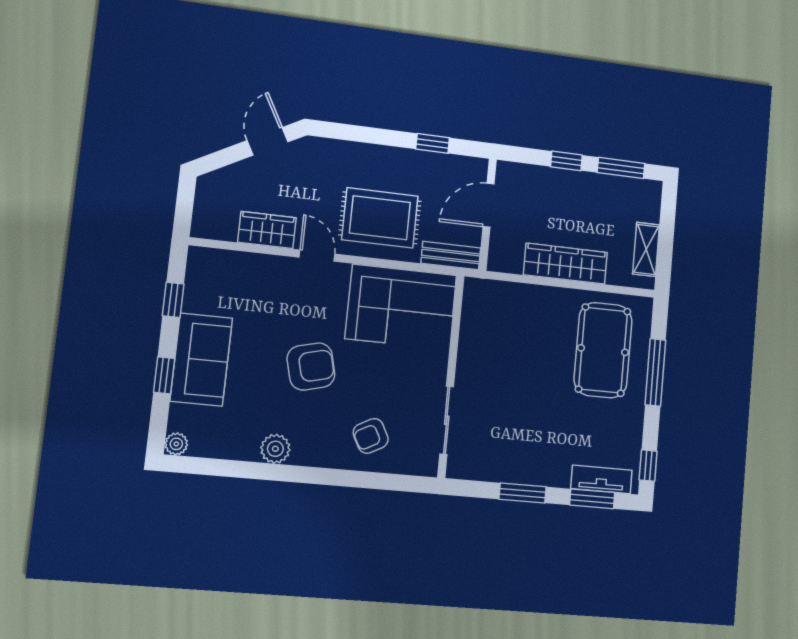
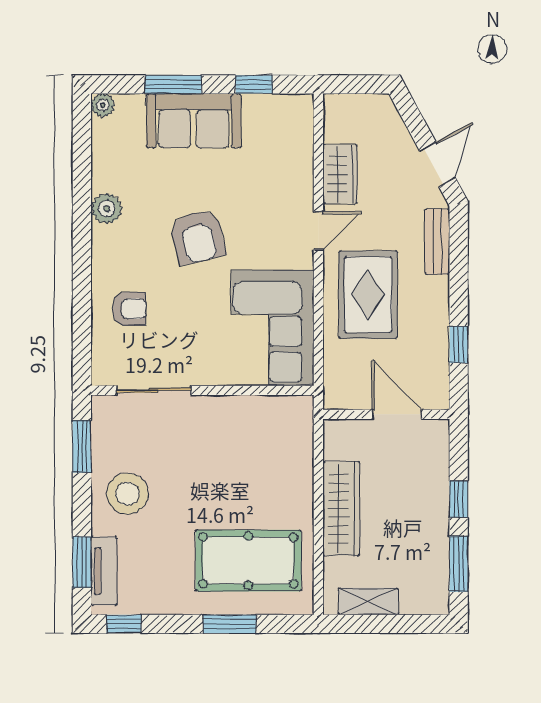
door: (268, 141) -> (437, 164), hinge flipped
bench: (451, 256) -> (437, 242), moved
window: (655, 372) -> (229, 624), width x0.69
window: (164, 375) -> (173, 84), width x1.50
armchair: (371, 436) -> (129, 309), turned 118
stool: (536, 452) -> (127, 494), added
window: (523, 493) -> (82, 446), moved

